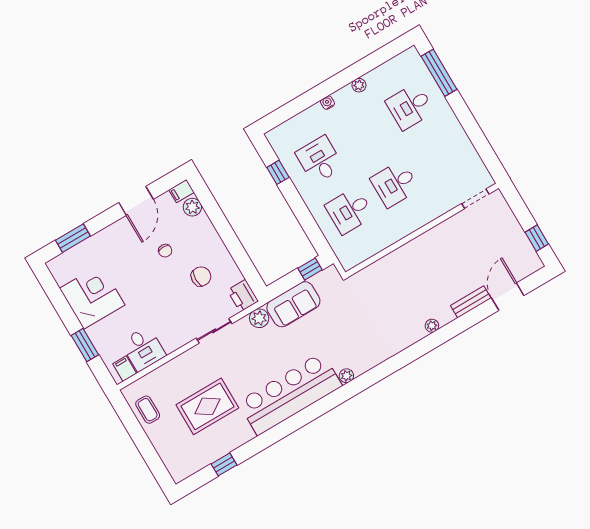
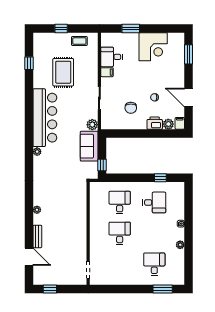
window: (439, 73) -> (163, 289), width x0.69
printer: (243, 296) -> (155, 123), moved
filing cabinet: (125, 369) -> (107, 72), moved
window: (145, 447) -> (61, 29), added

